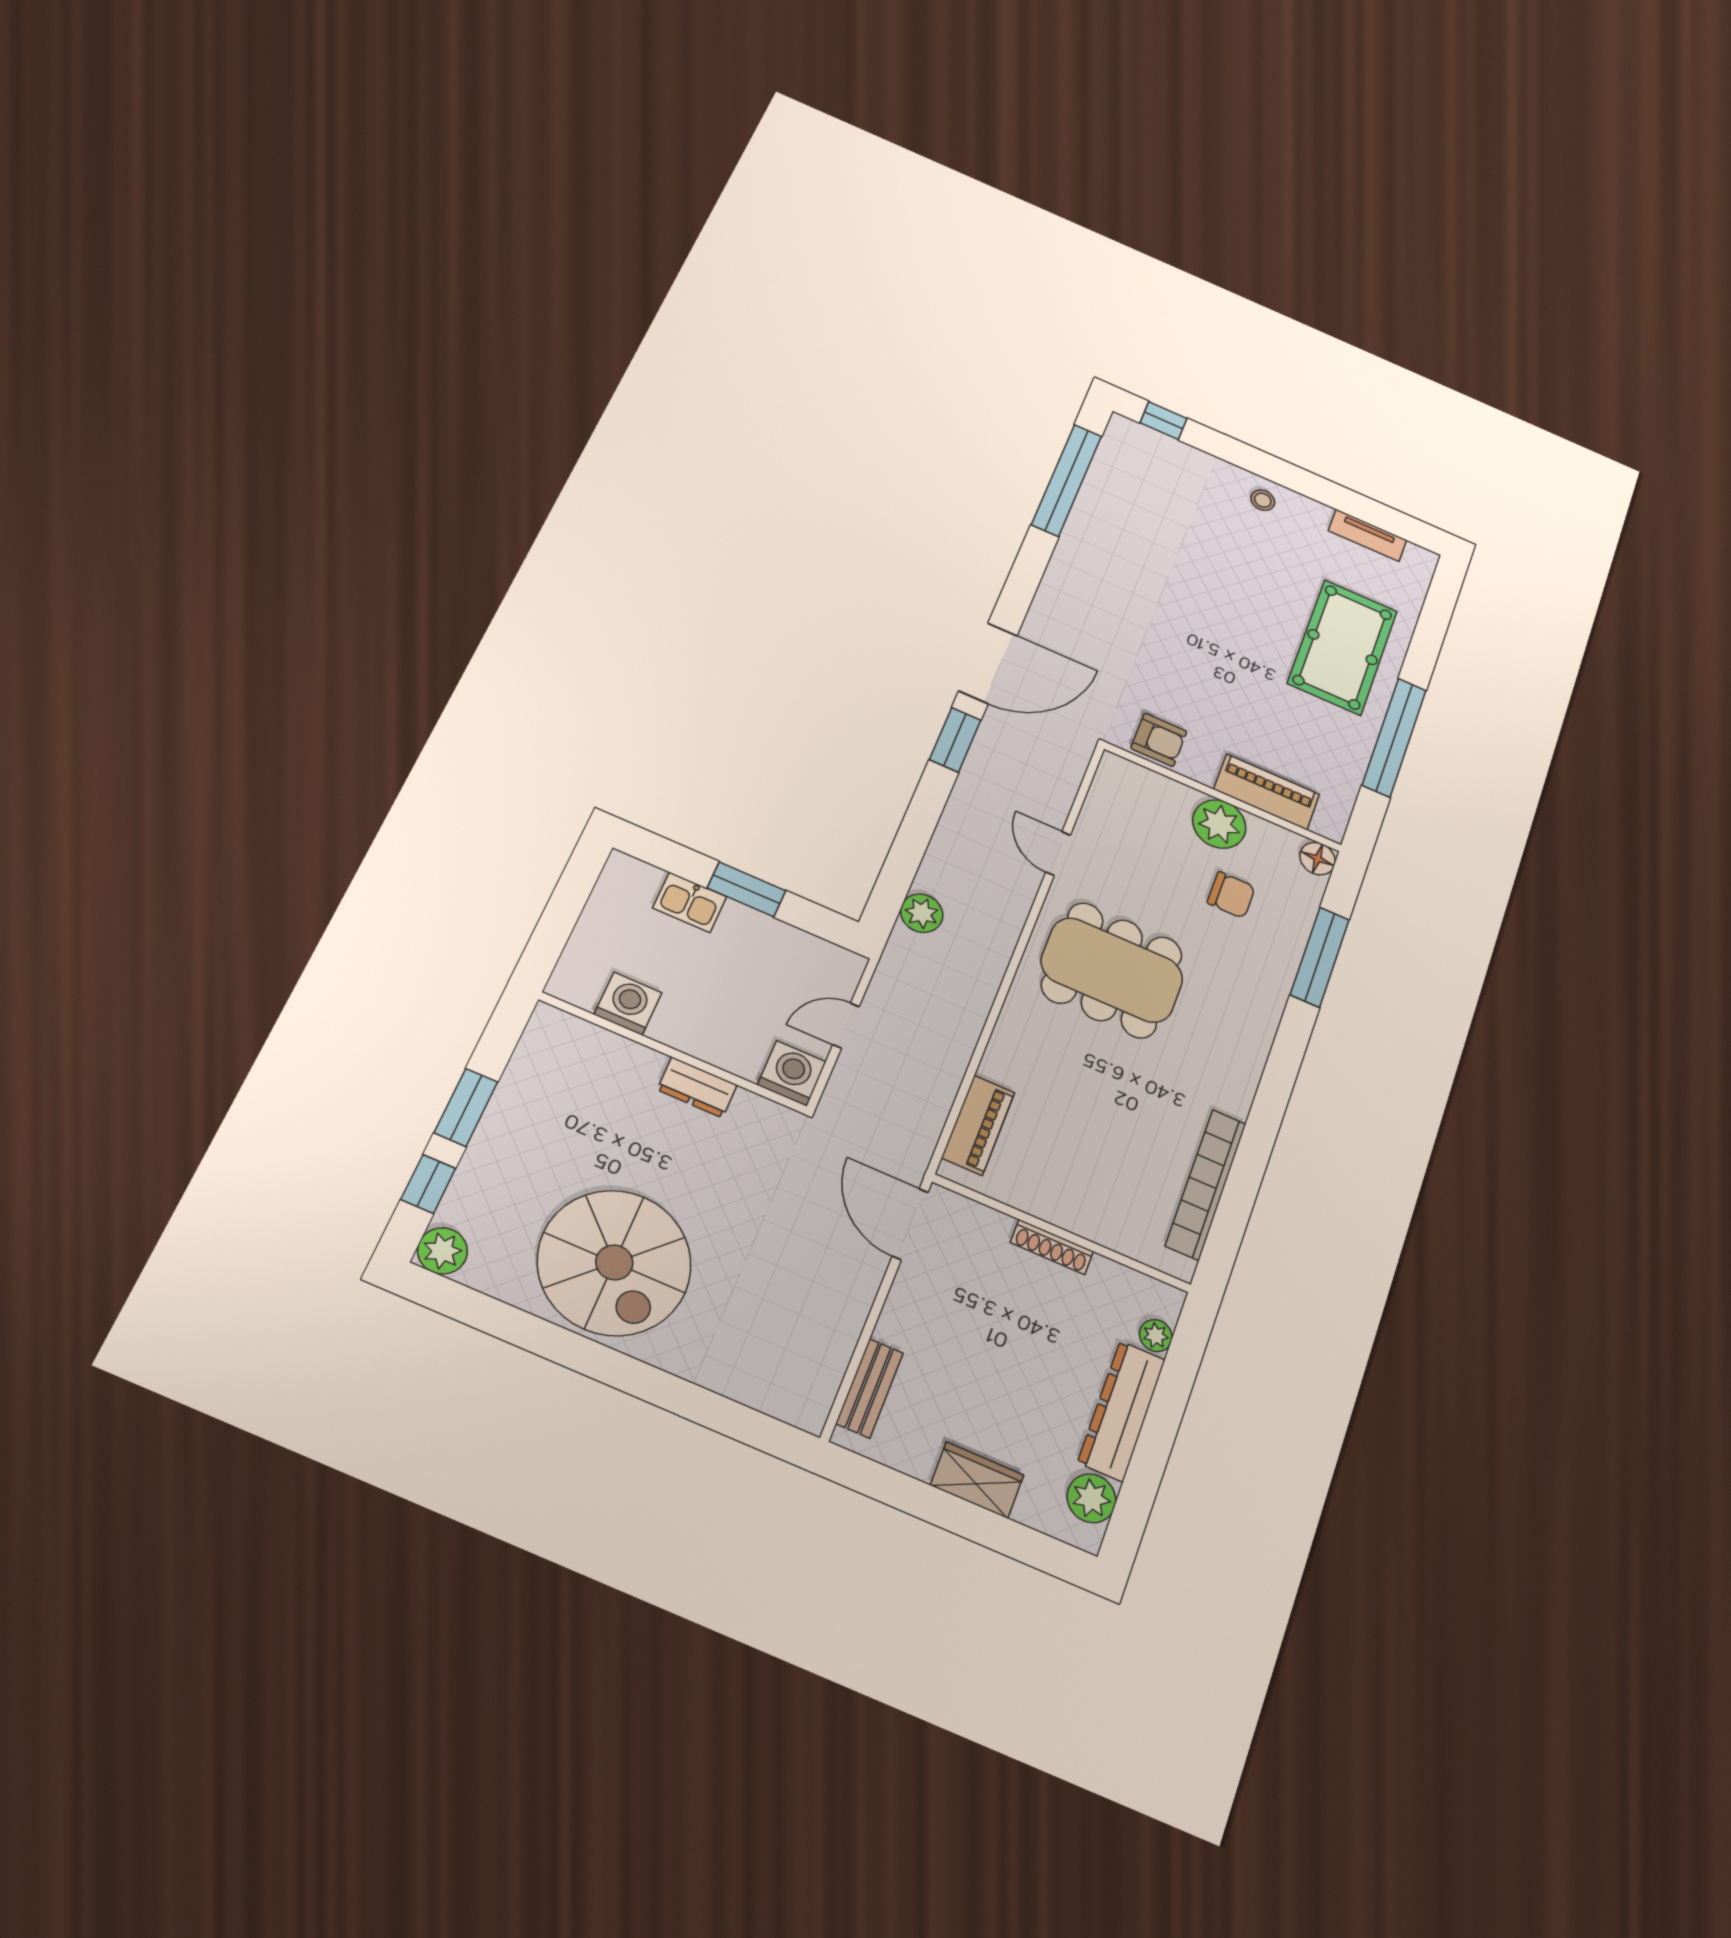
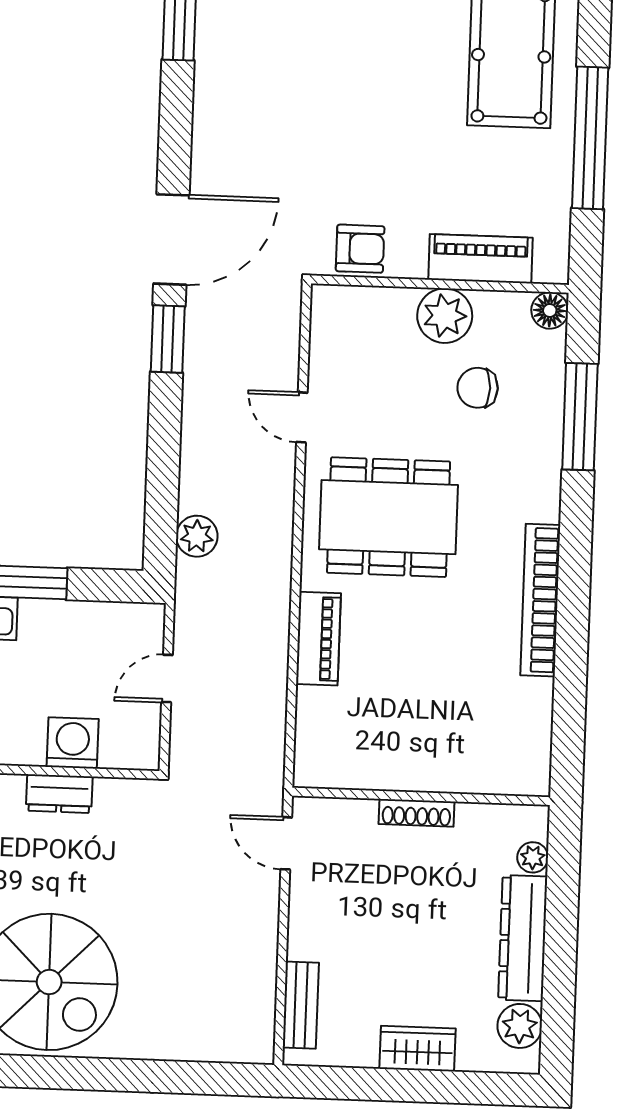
chair: (1231, 895) -> (478, 388), turned 180
washing machine: (792, 1073) -> (73, 743), moved
piano: (978, 1125) -> (318, 639), moved
bookcase: (1206, 1184) -> (540, 600), moved
door: (910, 1224) -> (286, 843), width x0.73

